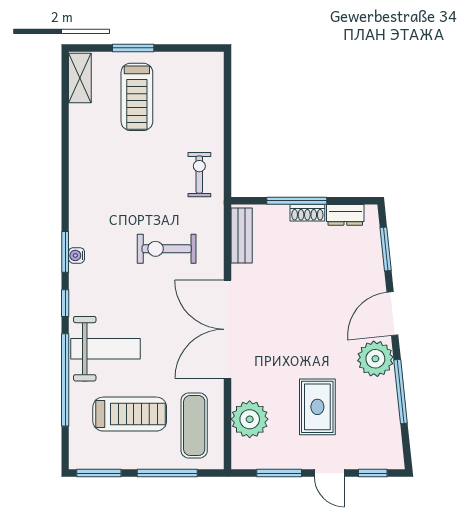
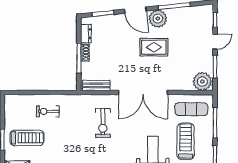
exercise bike: (199, 175) -> (48, 111), moved
rug: (317, 407) -> (154, 47), moved
plant: (250, 419) -> (202, 81), moved

